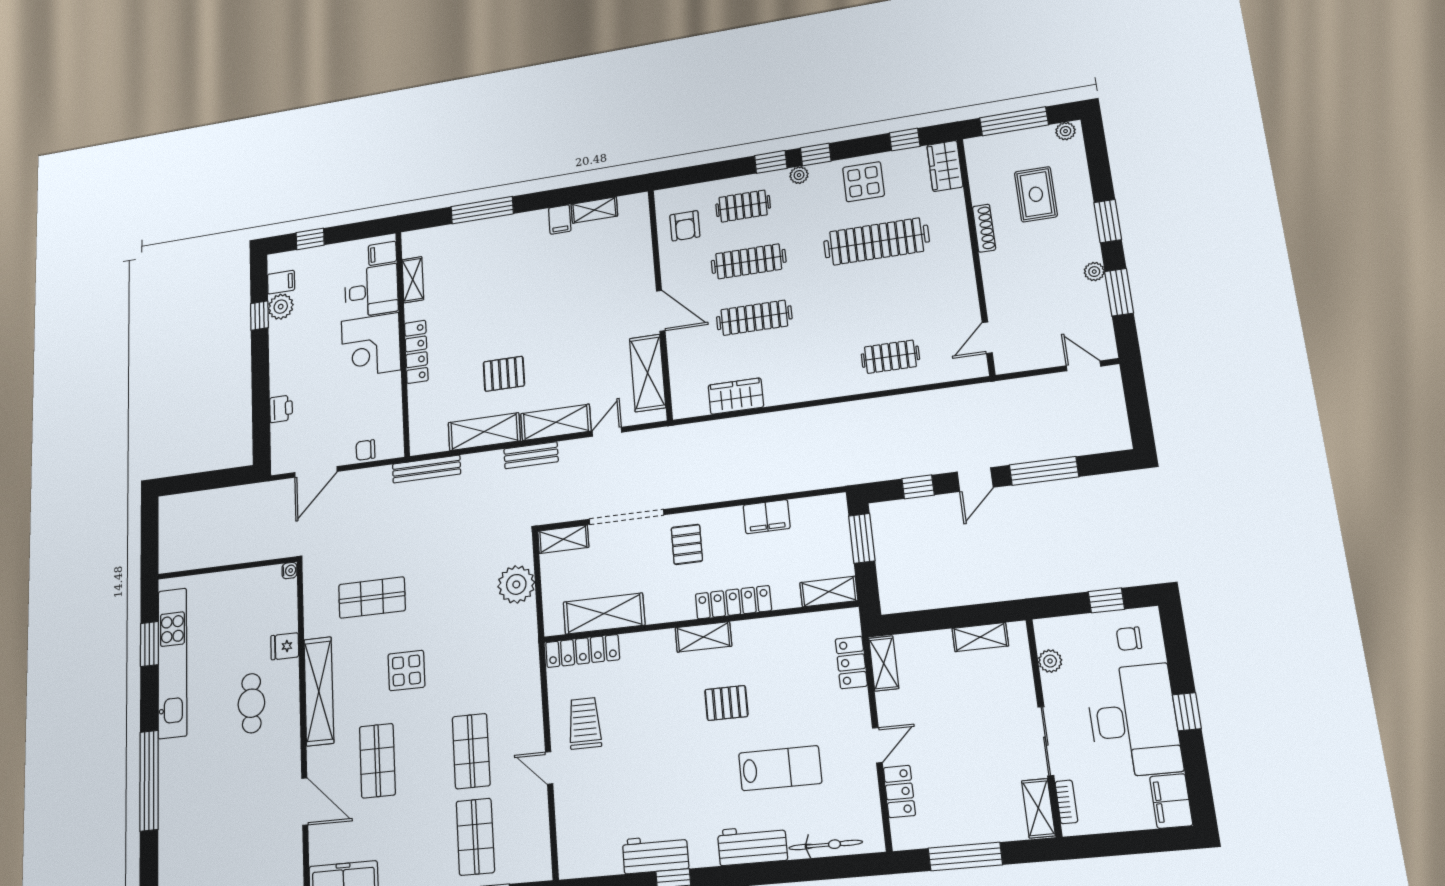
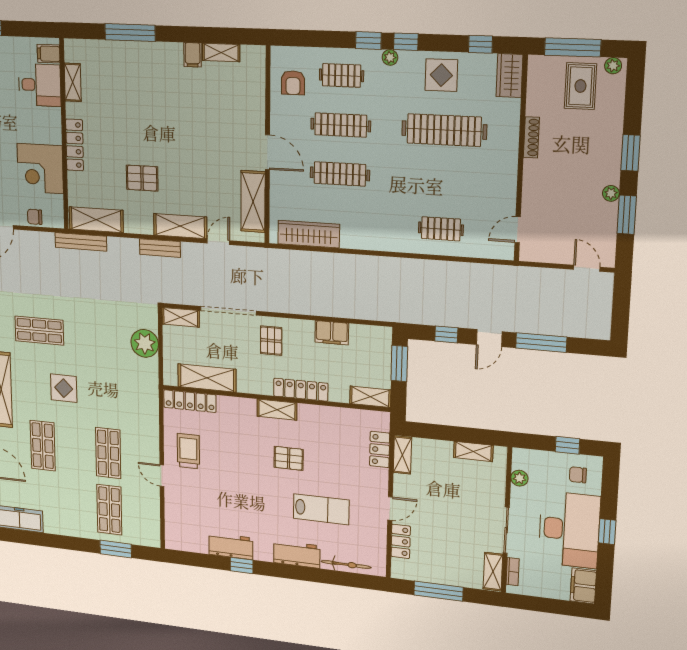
rug: (1036, 194) -> (580, 86), moved
corner desk: (371, 345) -> (40, 169), moved
wardrobe: (736, 396) -> (309, 234), width x1.50
shelving: (484, 432) -> (96, 220), moved

